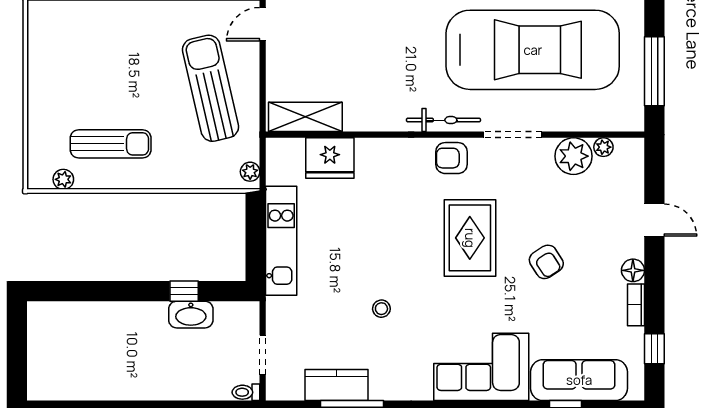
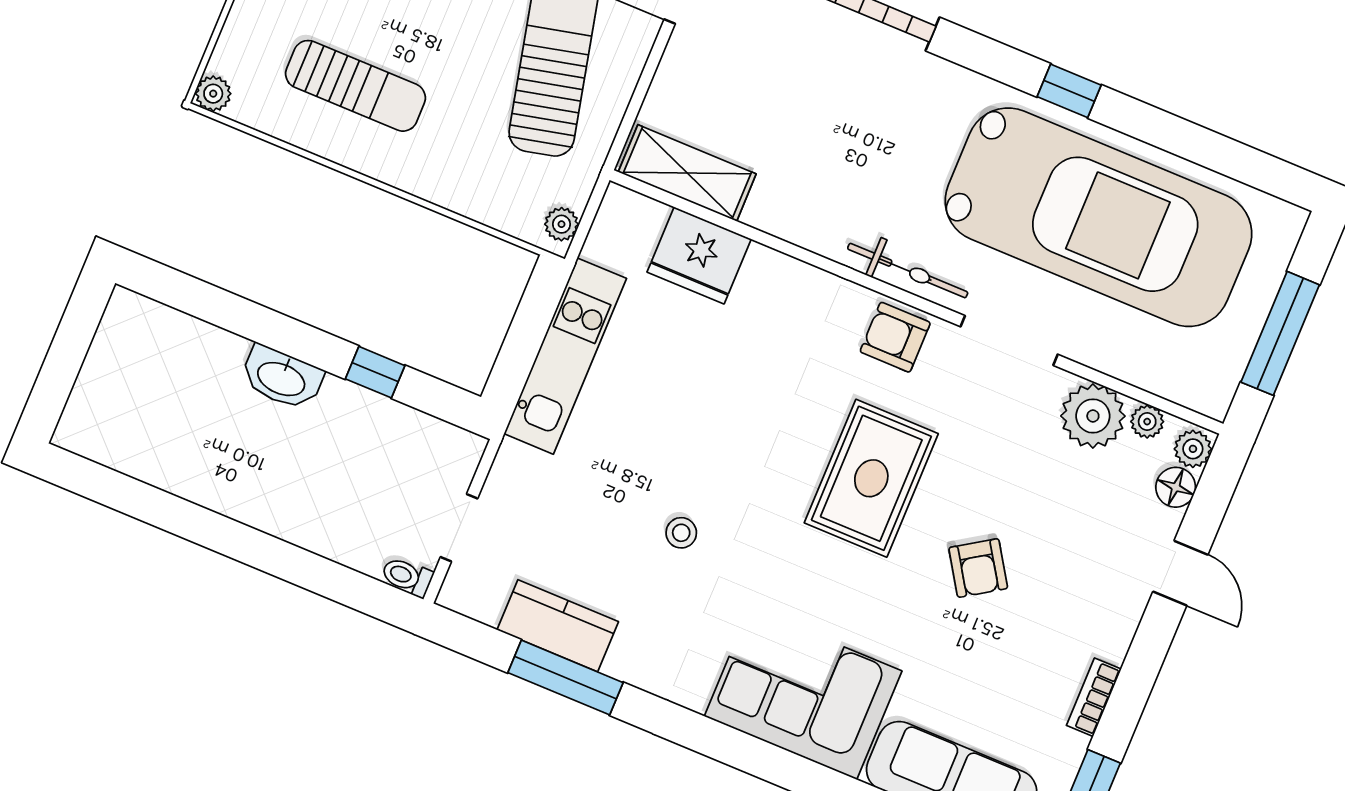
plant: (634, 152) -> (1193, 449), added
plant: (63, 179) -> (213, 94), moved
floor lamp: (633, 270) -> (1176, 487), moved
washbasin: (191, 315) -> (282, 378), moved

